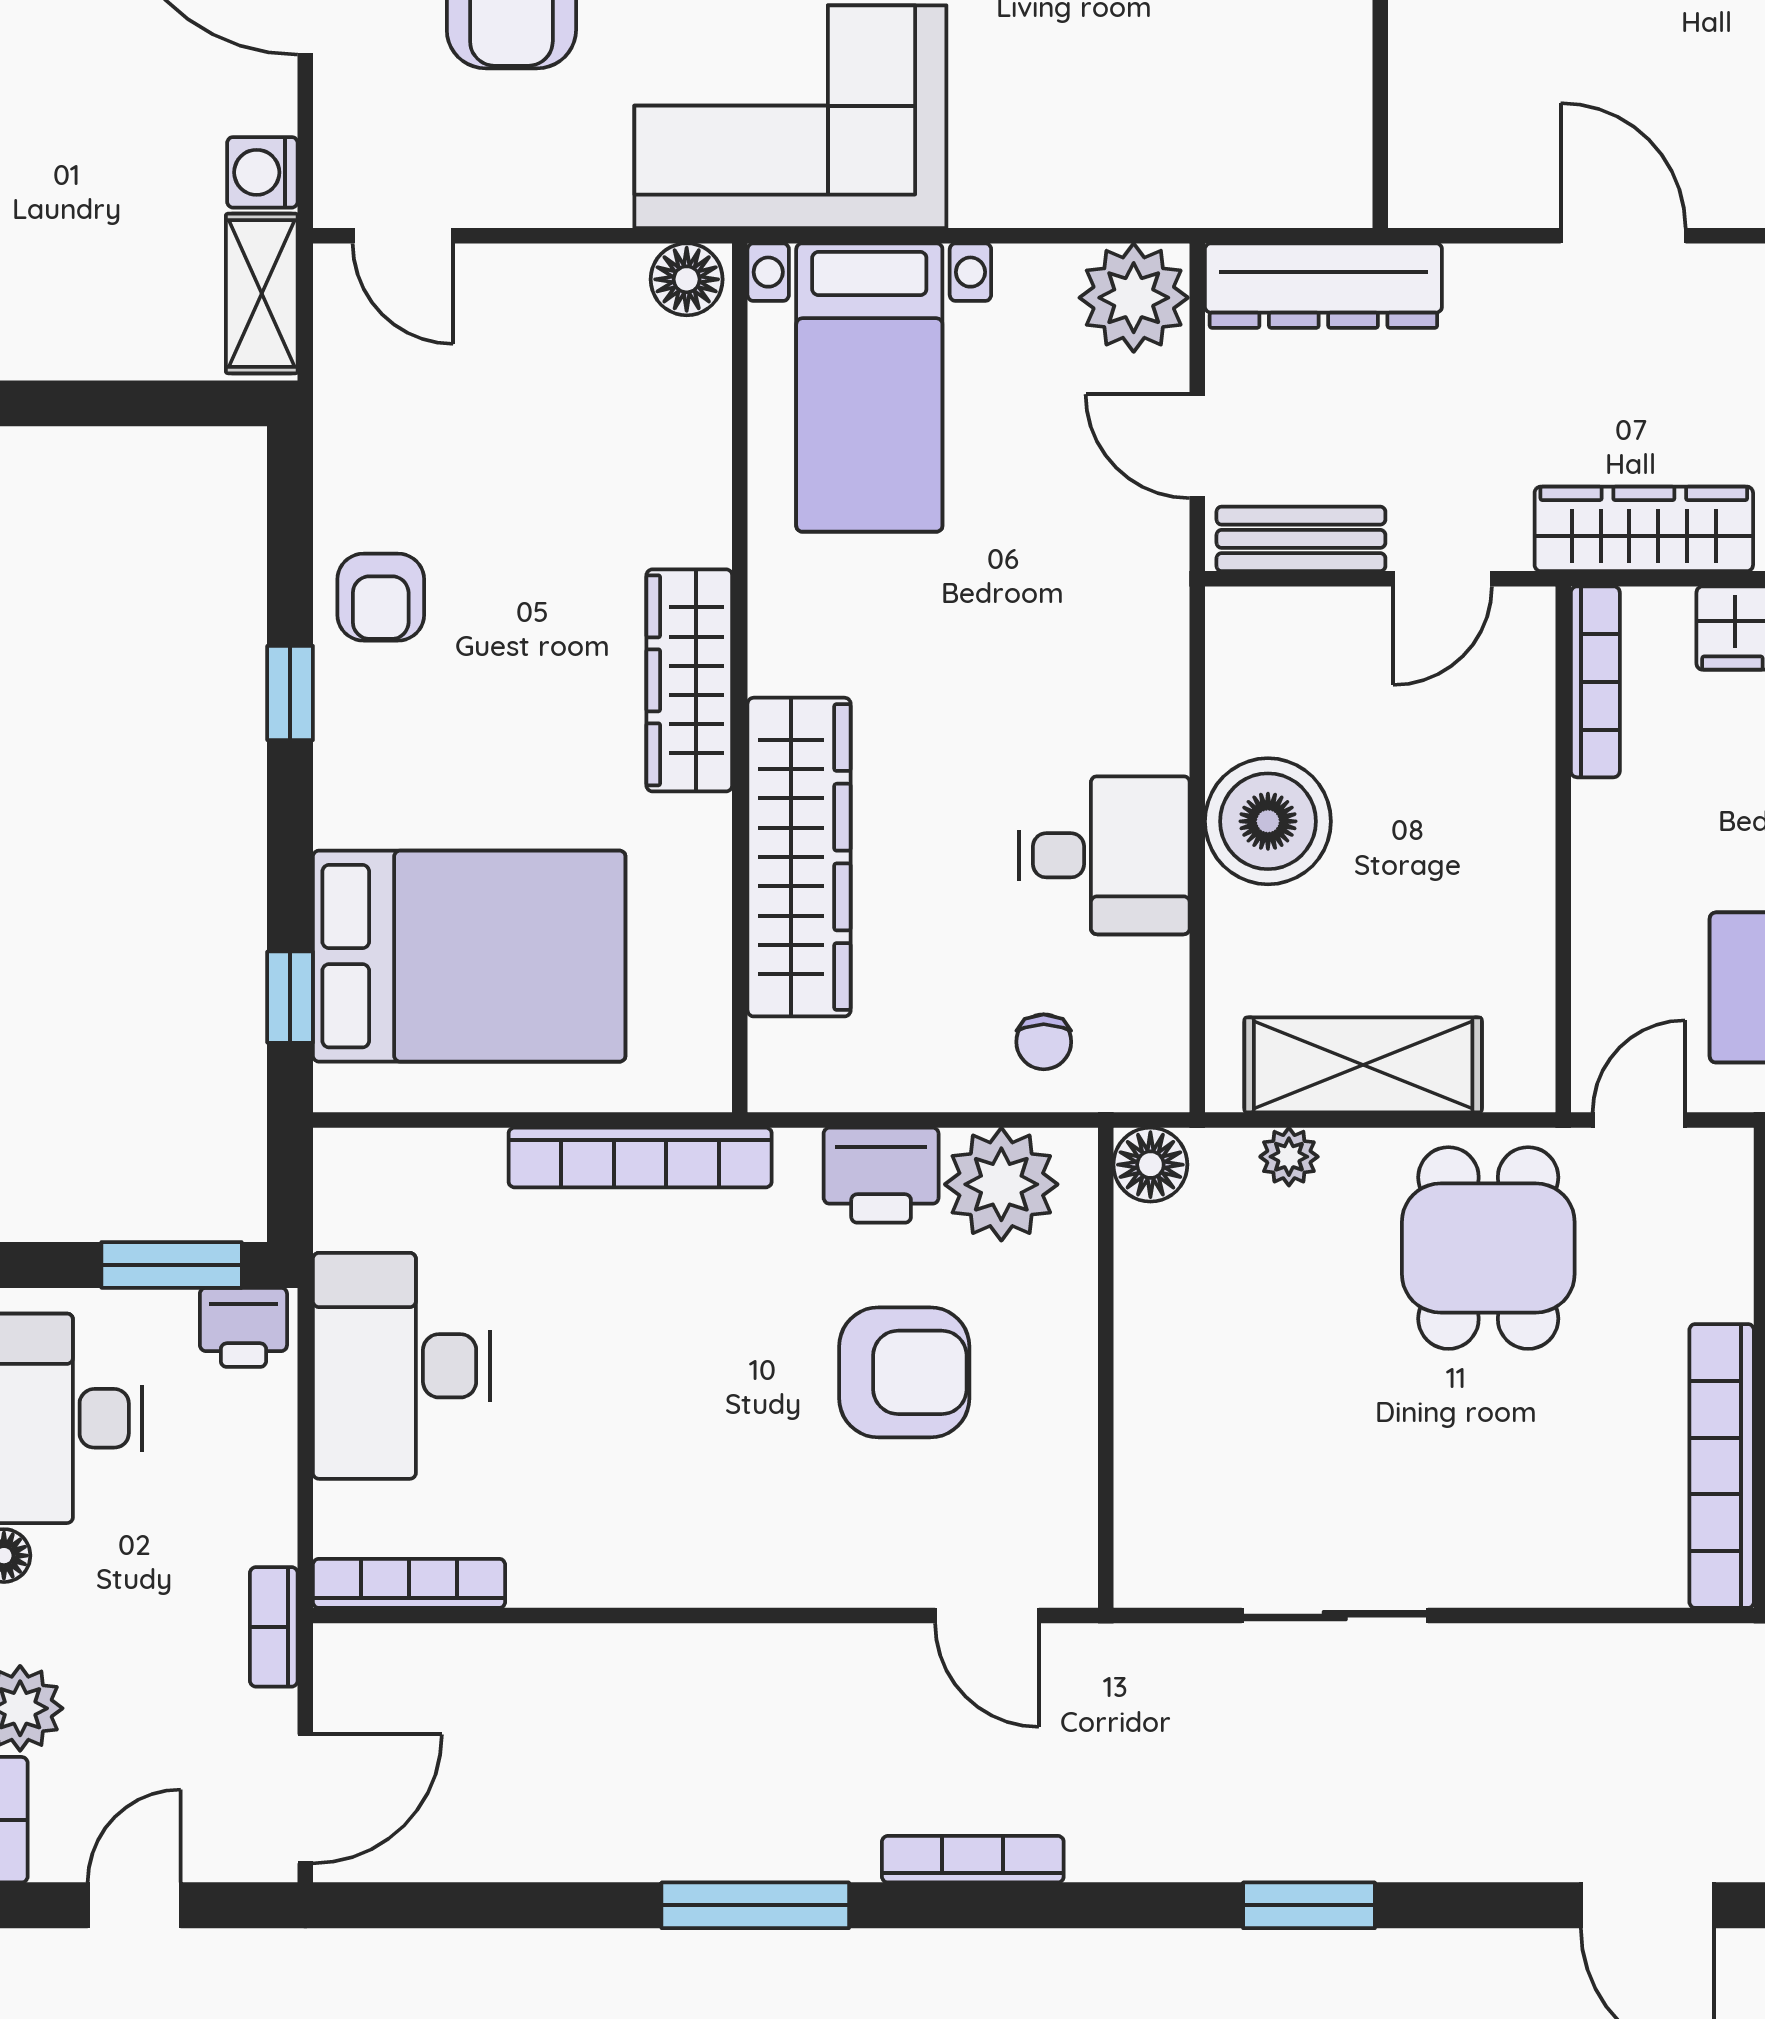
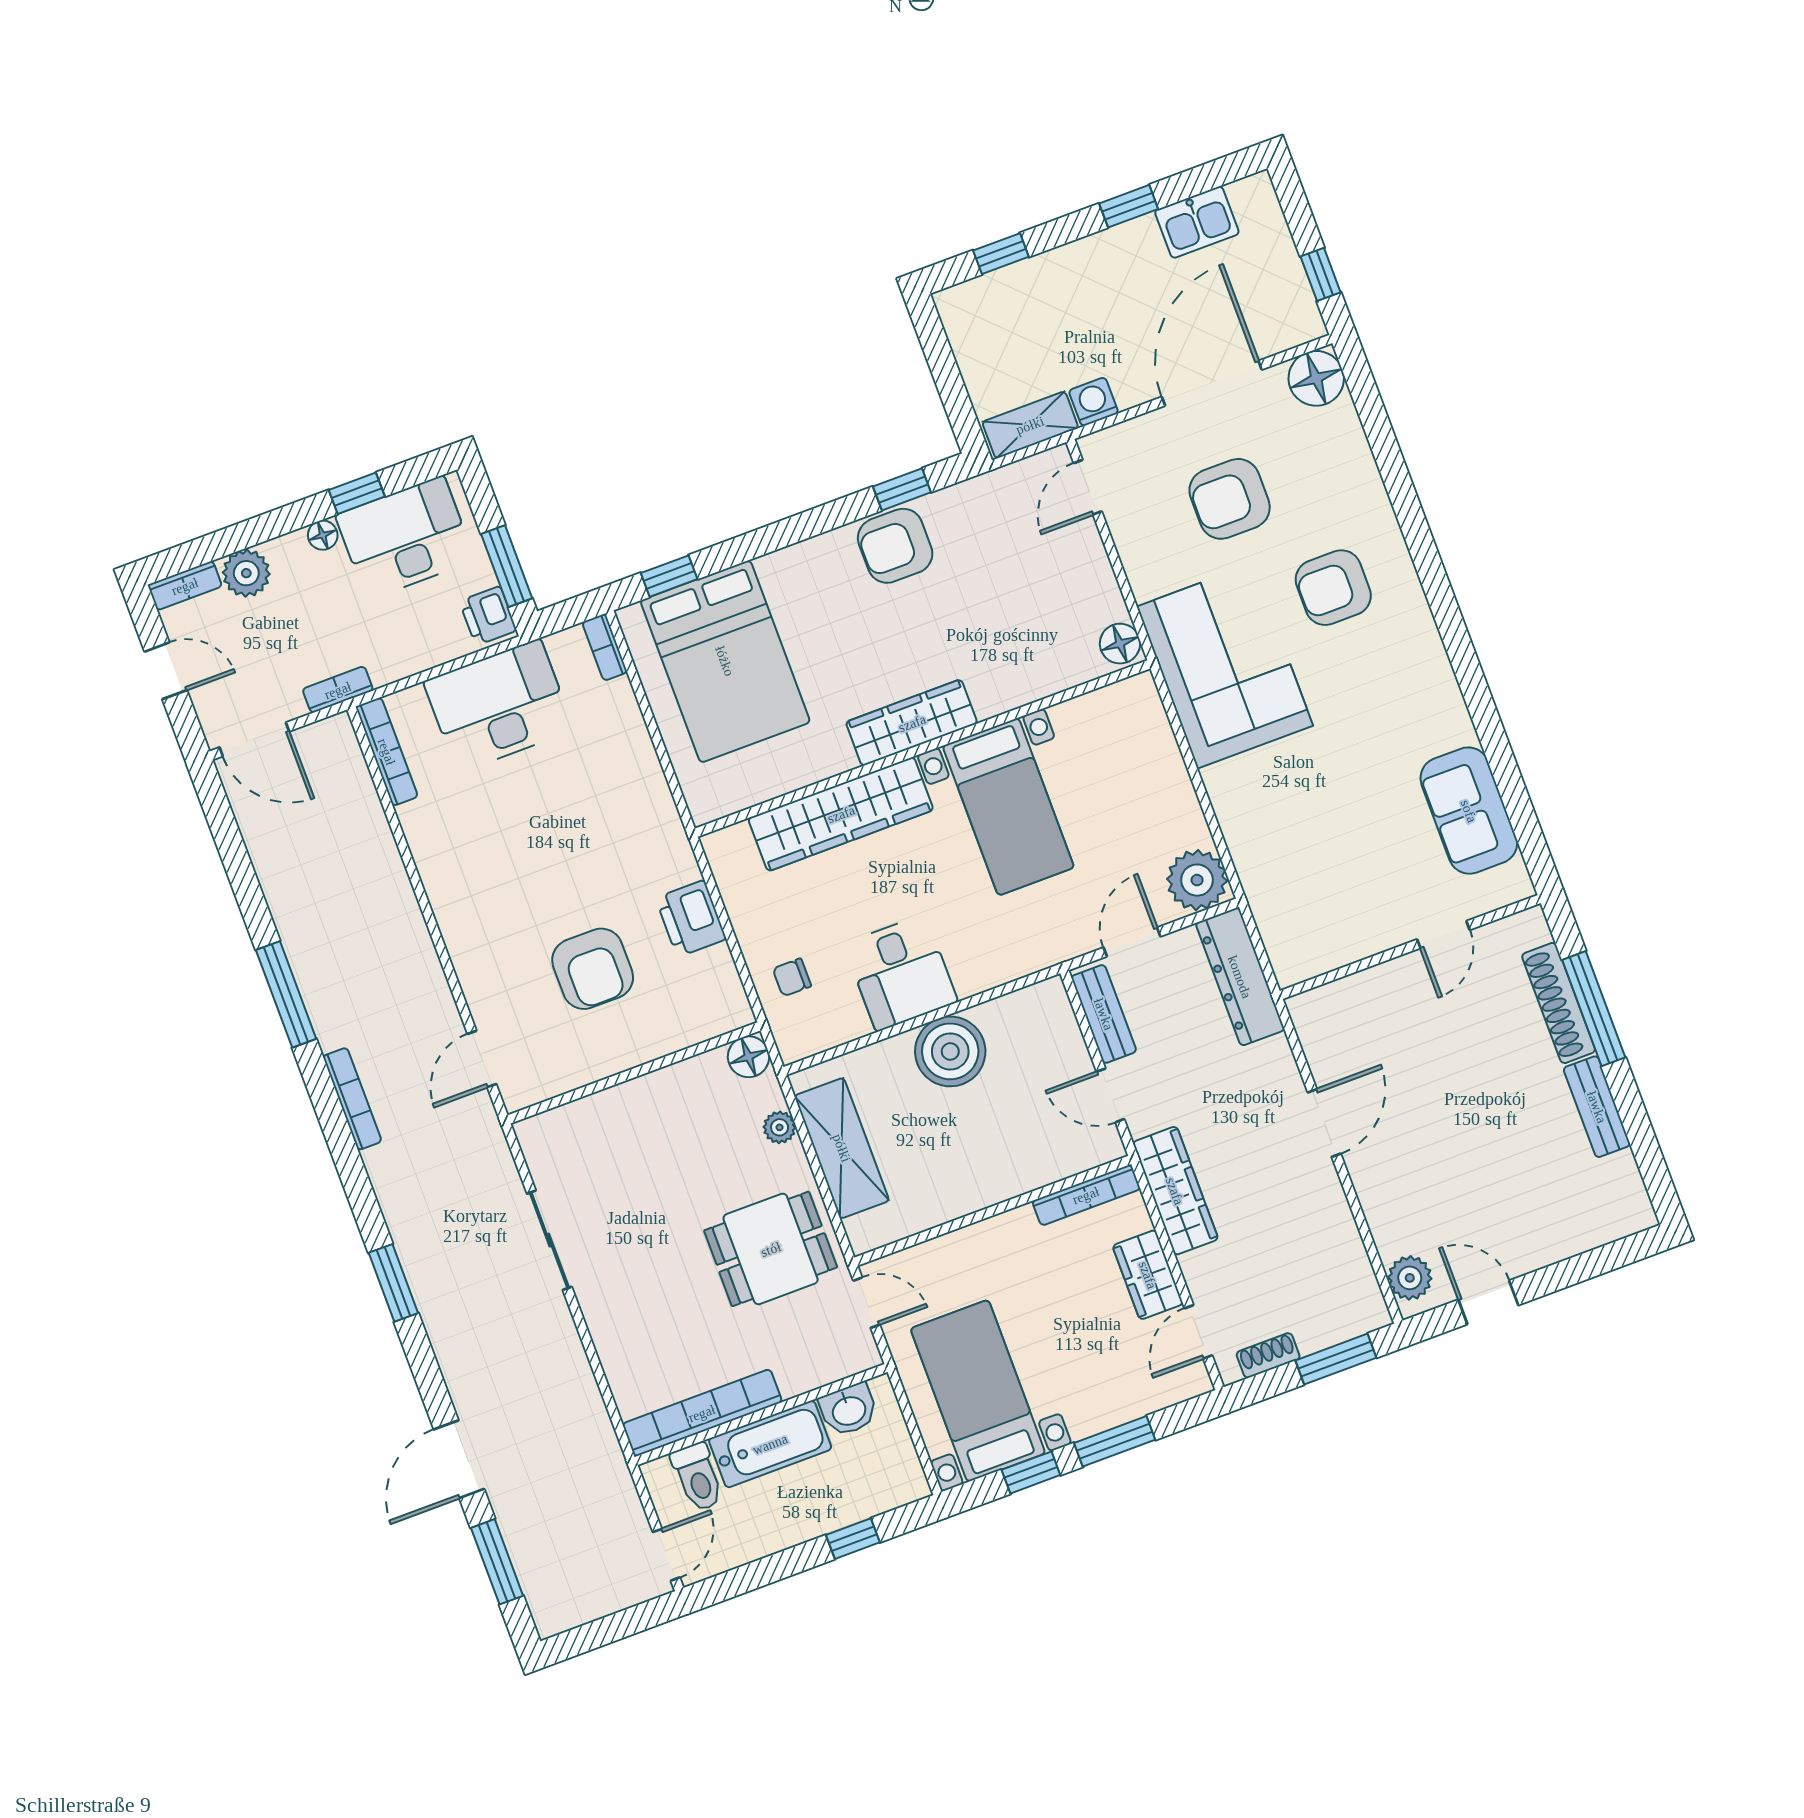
bed with nightstands: (869, 387) -> (1008, 807), moved, turned -90
armchair: (381, 597) -> (895, 546), width x1.38, depth x1.38
window: (290, 693) -> (902, 489), moved
bookcase: (640, 1158) -> (605, 647), moved, width x0.43, depth x0.76
plant: (1001, 1184) -> (709, 983), removed

